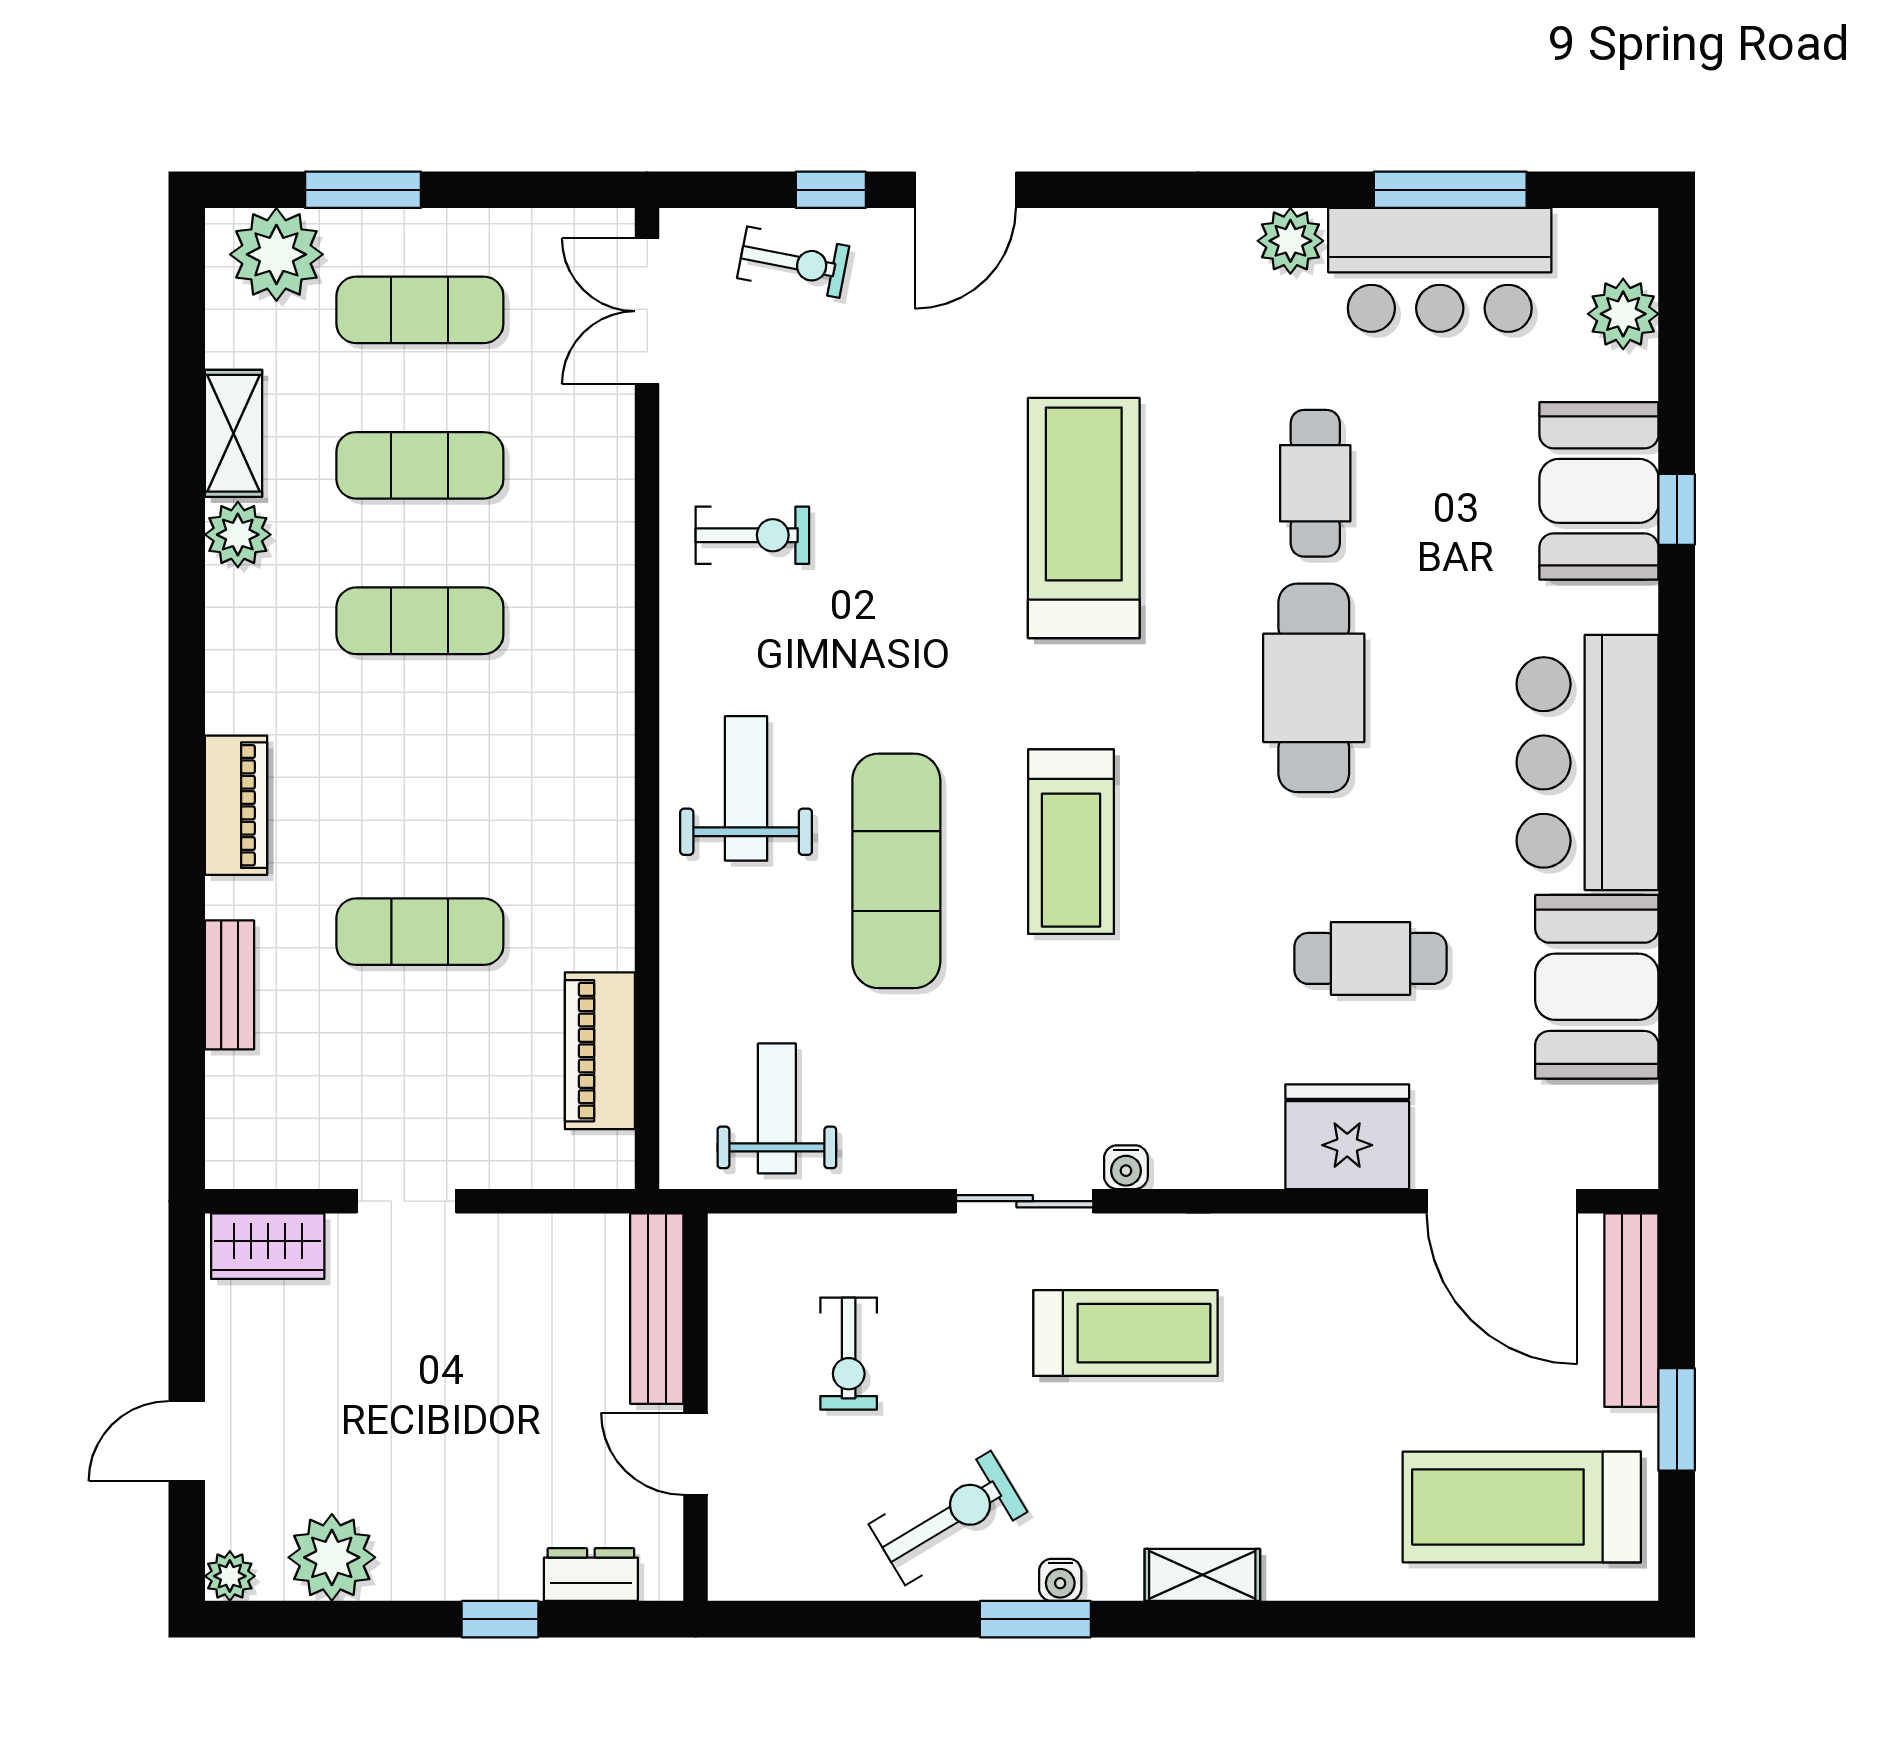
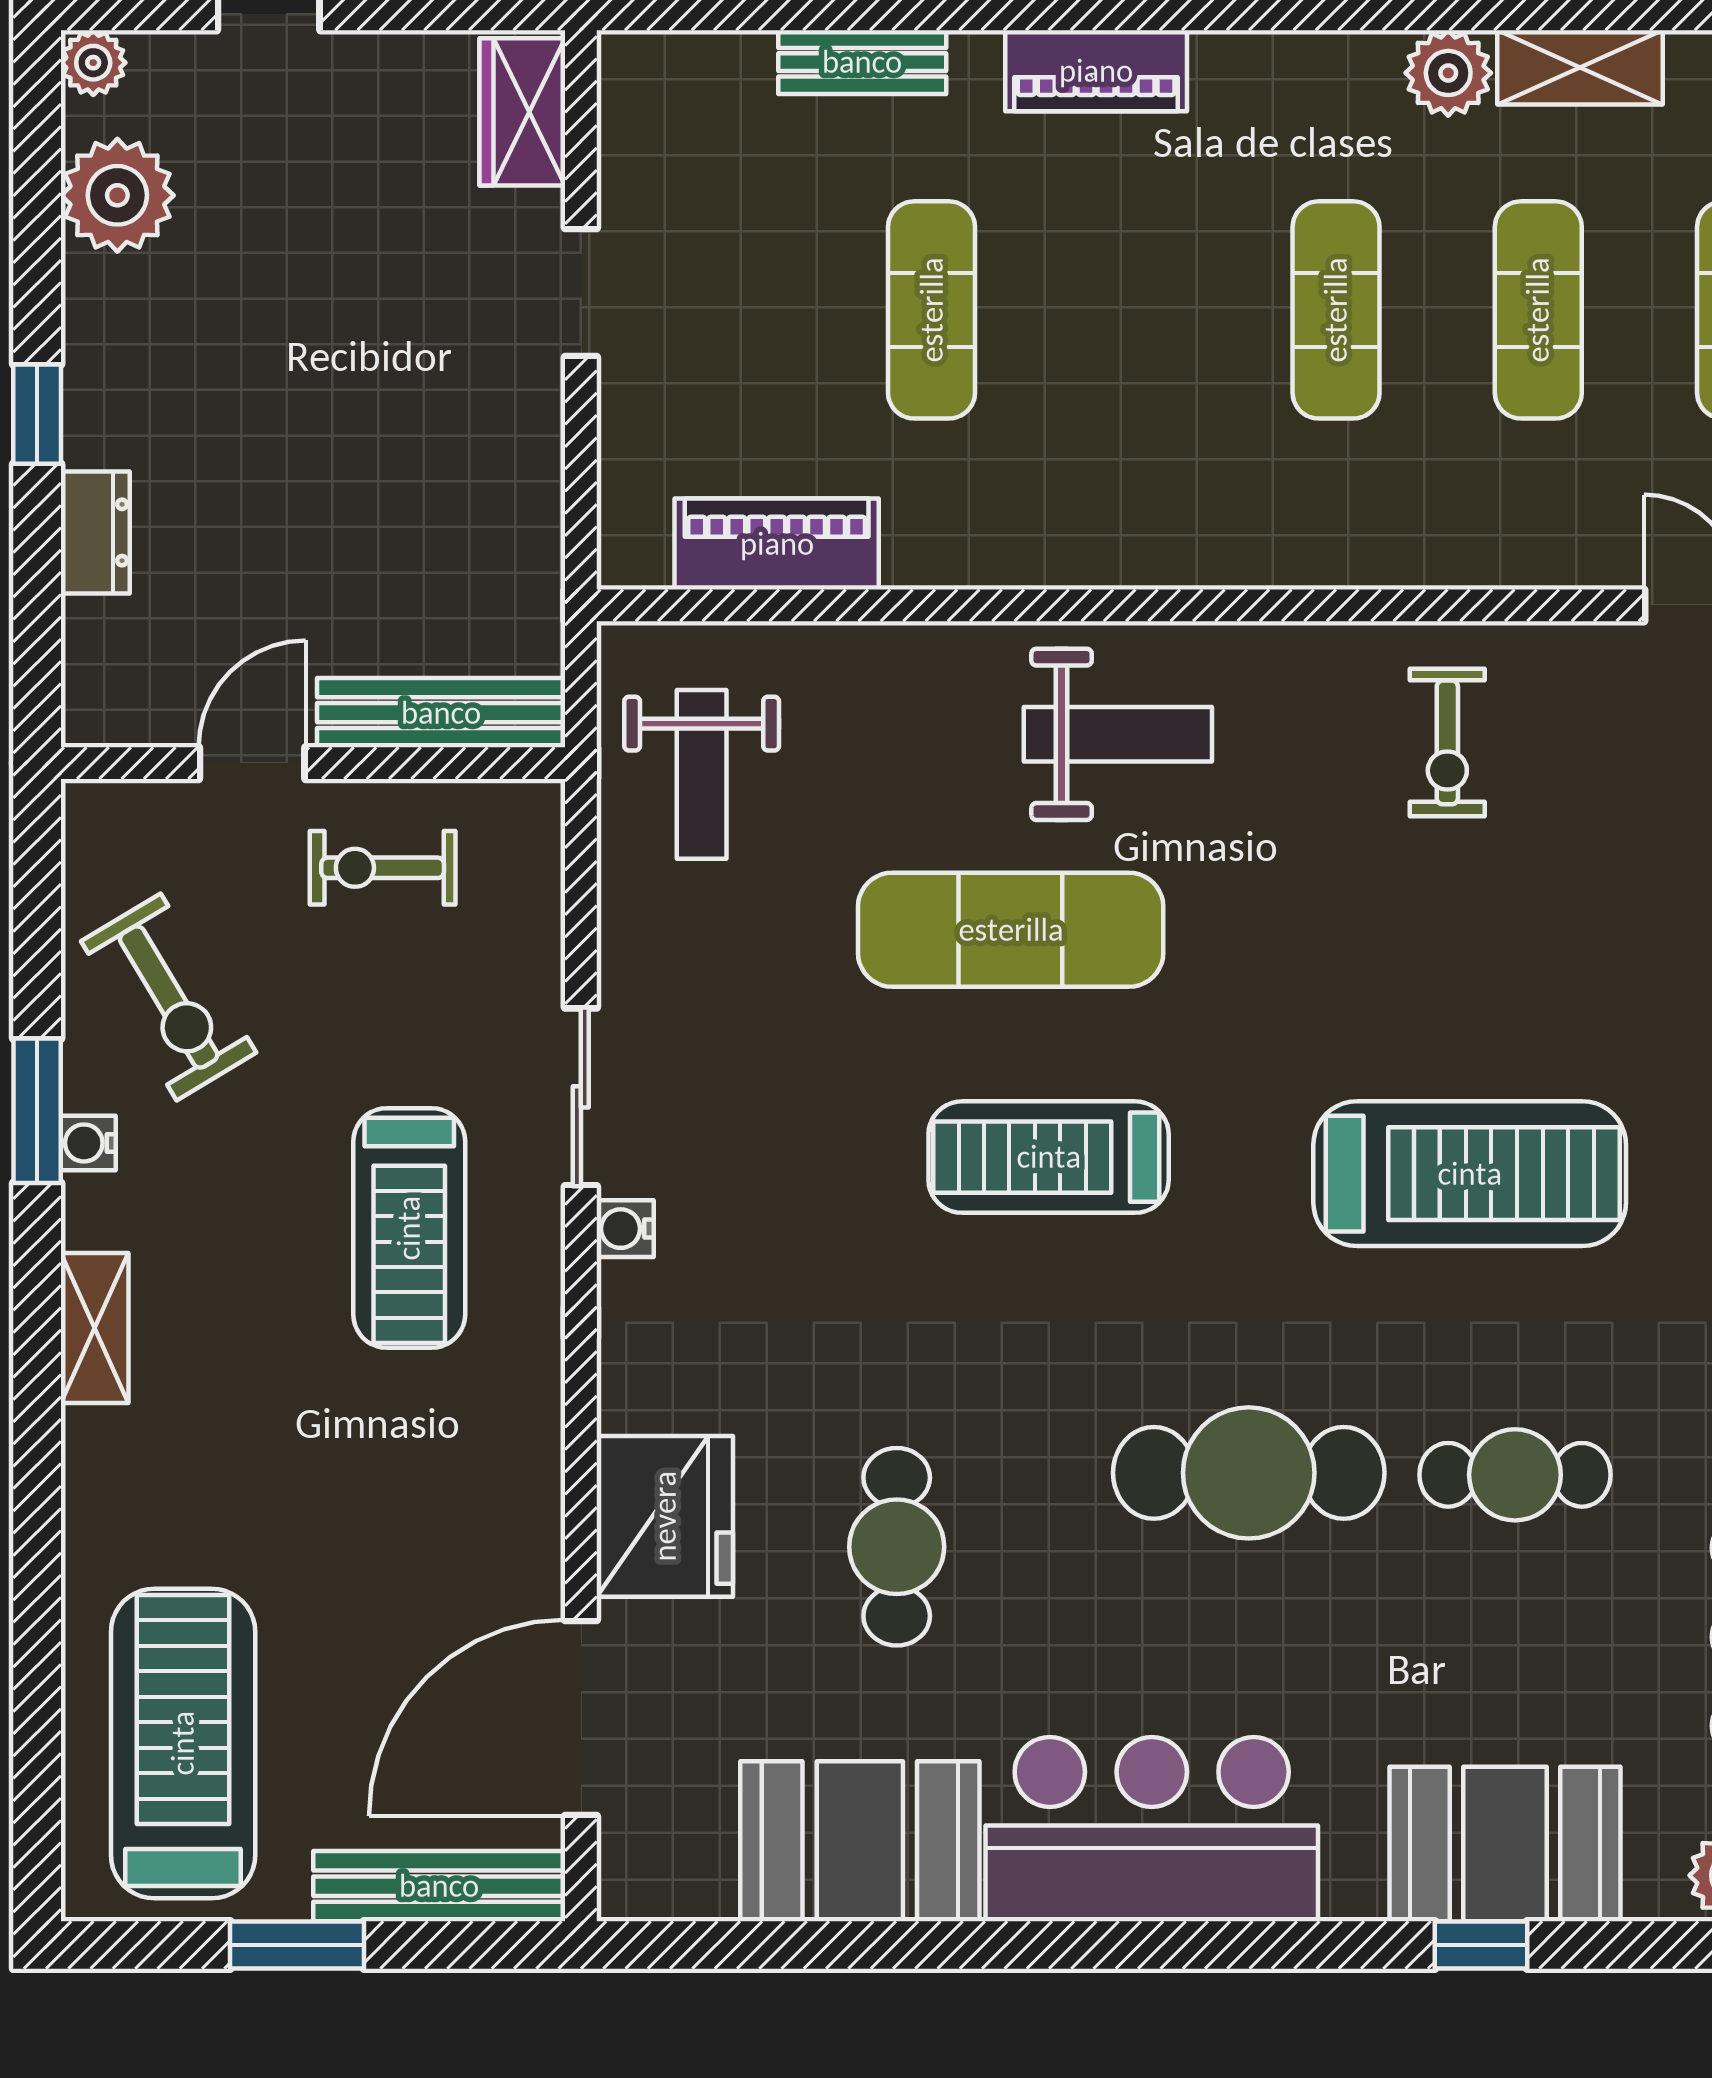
weight bench: (777, 1108) -> (702, 774), turned 90
bench: (657, 1309) -> (441, 713), moved
wall: (695, 1407) -> (313, 763), moved
door: (695, 1454) -> (252, 763), moved

